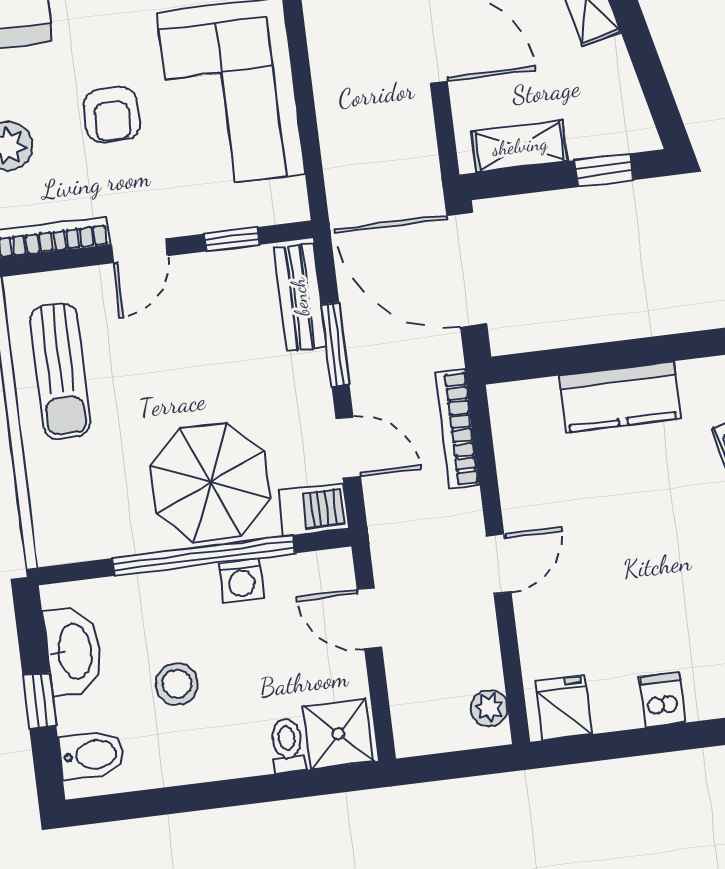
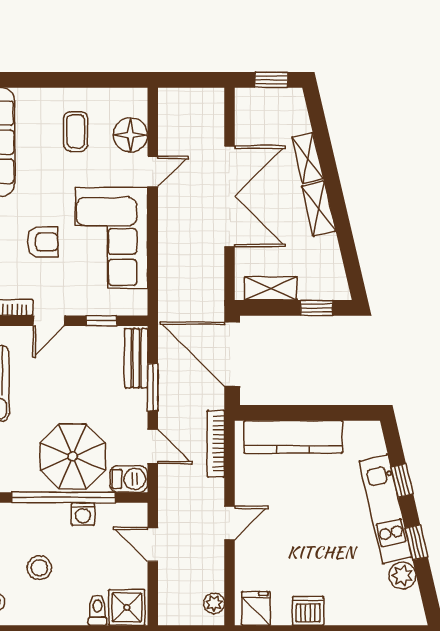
armchair: (112, 115) -> (42, 242), turned -90
kitchen counter: (620, 397) -> (293, 437), width x1.50
dishwasher: (662, 700) -> (308, 611), width x1.38

